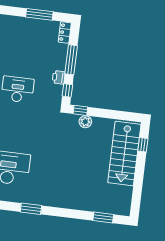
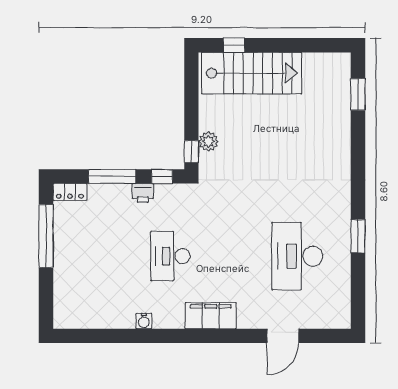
window: (39, 14) -> (46, 236), width x1.46
window: (31, 209) -> (358, 236), moved

